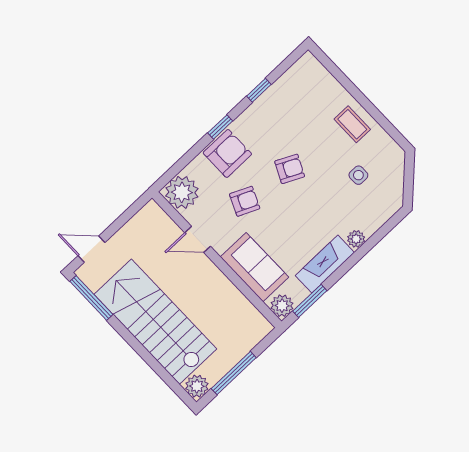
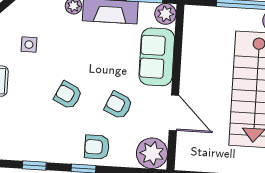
armchair: (227, 153) -> (97, 147), width x0.72, depth x0.72
door: (198, 239) -> (174, 113), width x1.38

